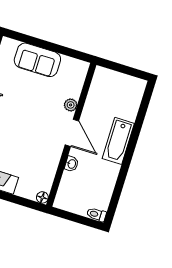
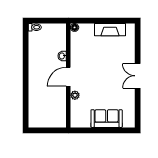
door: (72, 133) -> (68, 77), hinge flipped
bathtub: (118, 141) -> (36, 81), removed

